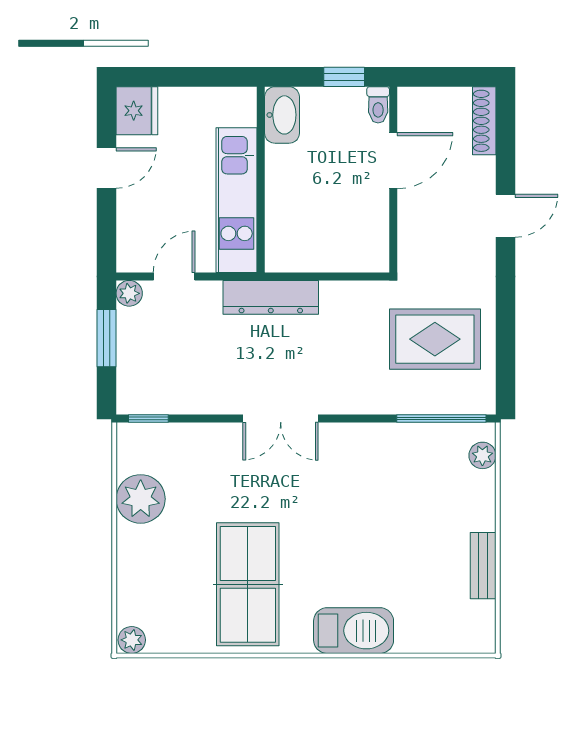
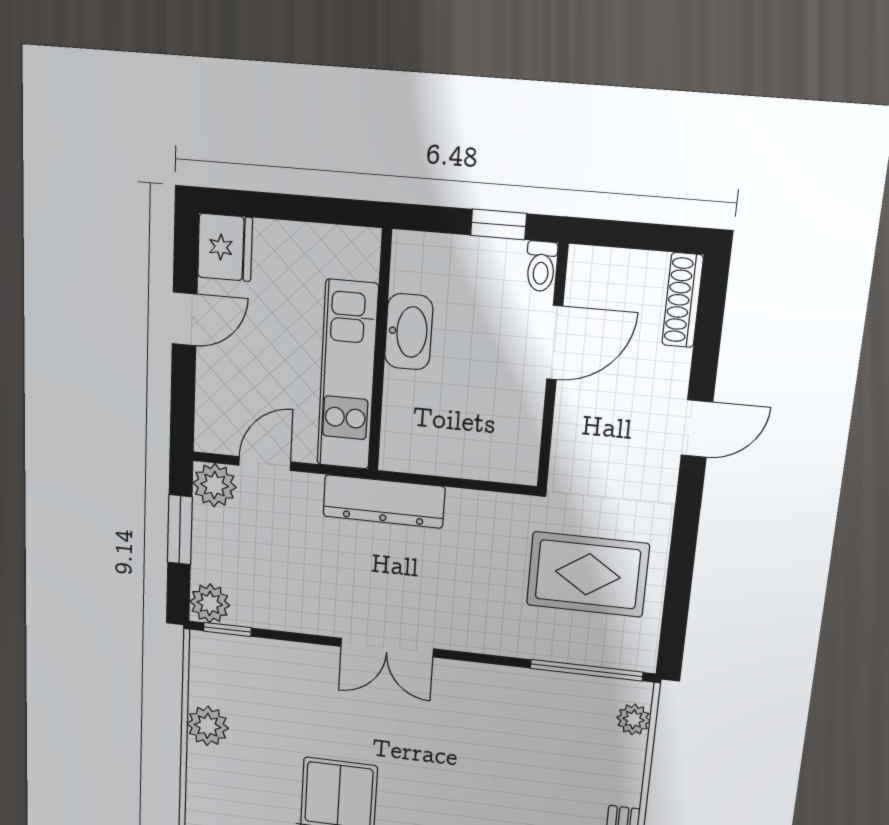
washbasin: (282, 115) -> (409, 332), moved
plant: (129, 293) -> (214, 485), width x1.38, depth x1.38
plant: (133, 398) -> (210, 603), added
plant: (141, 499) -> (208, 726), width x0.73, depth x0.73

